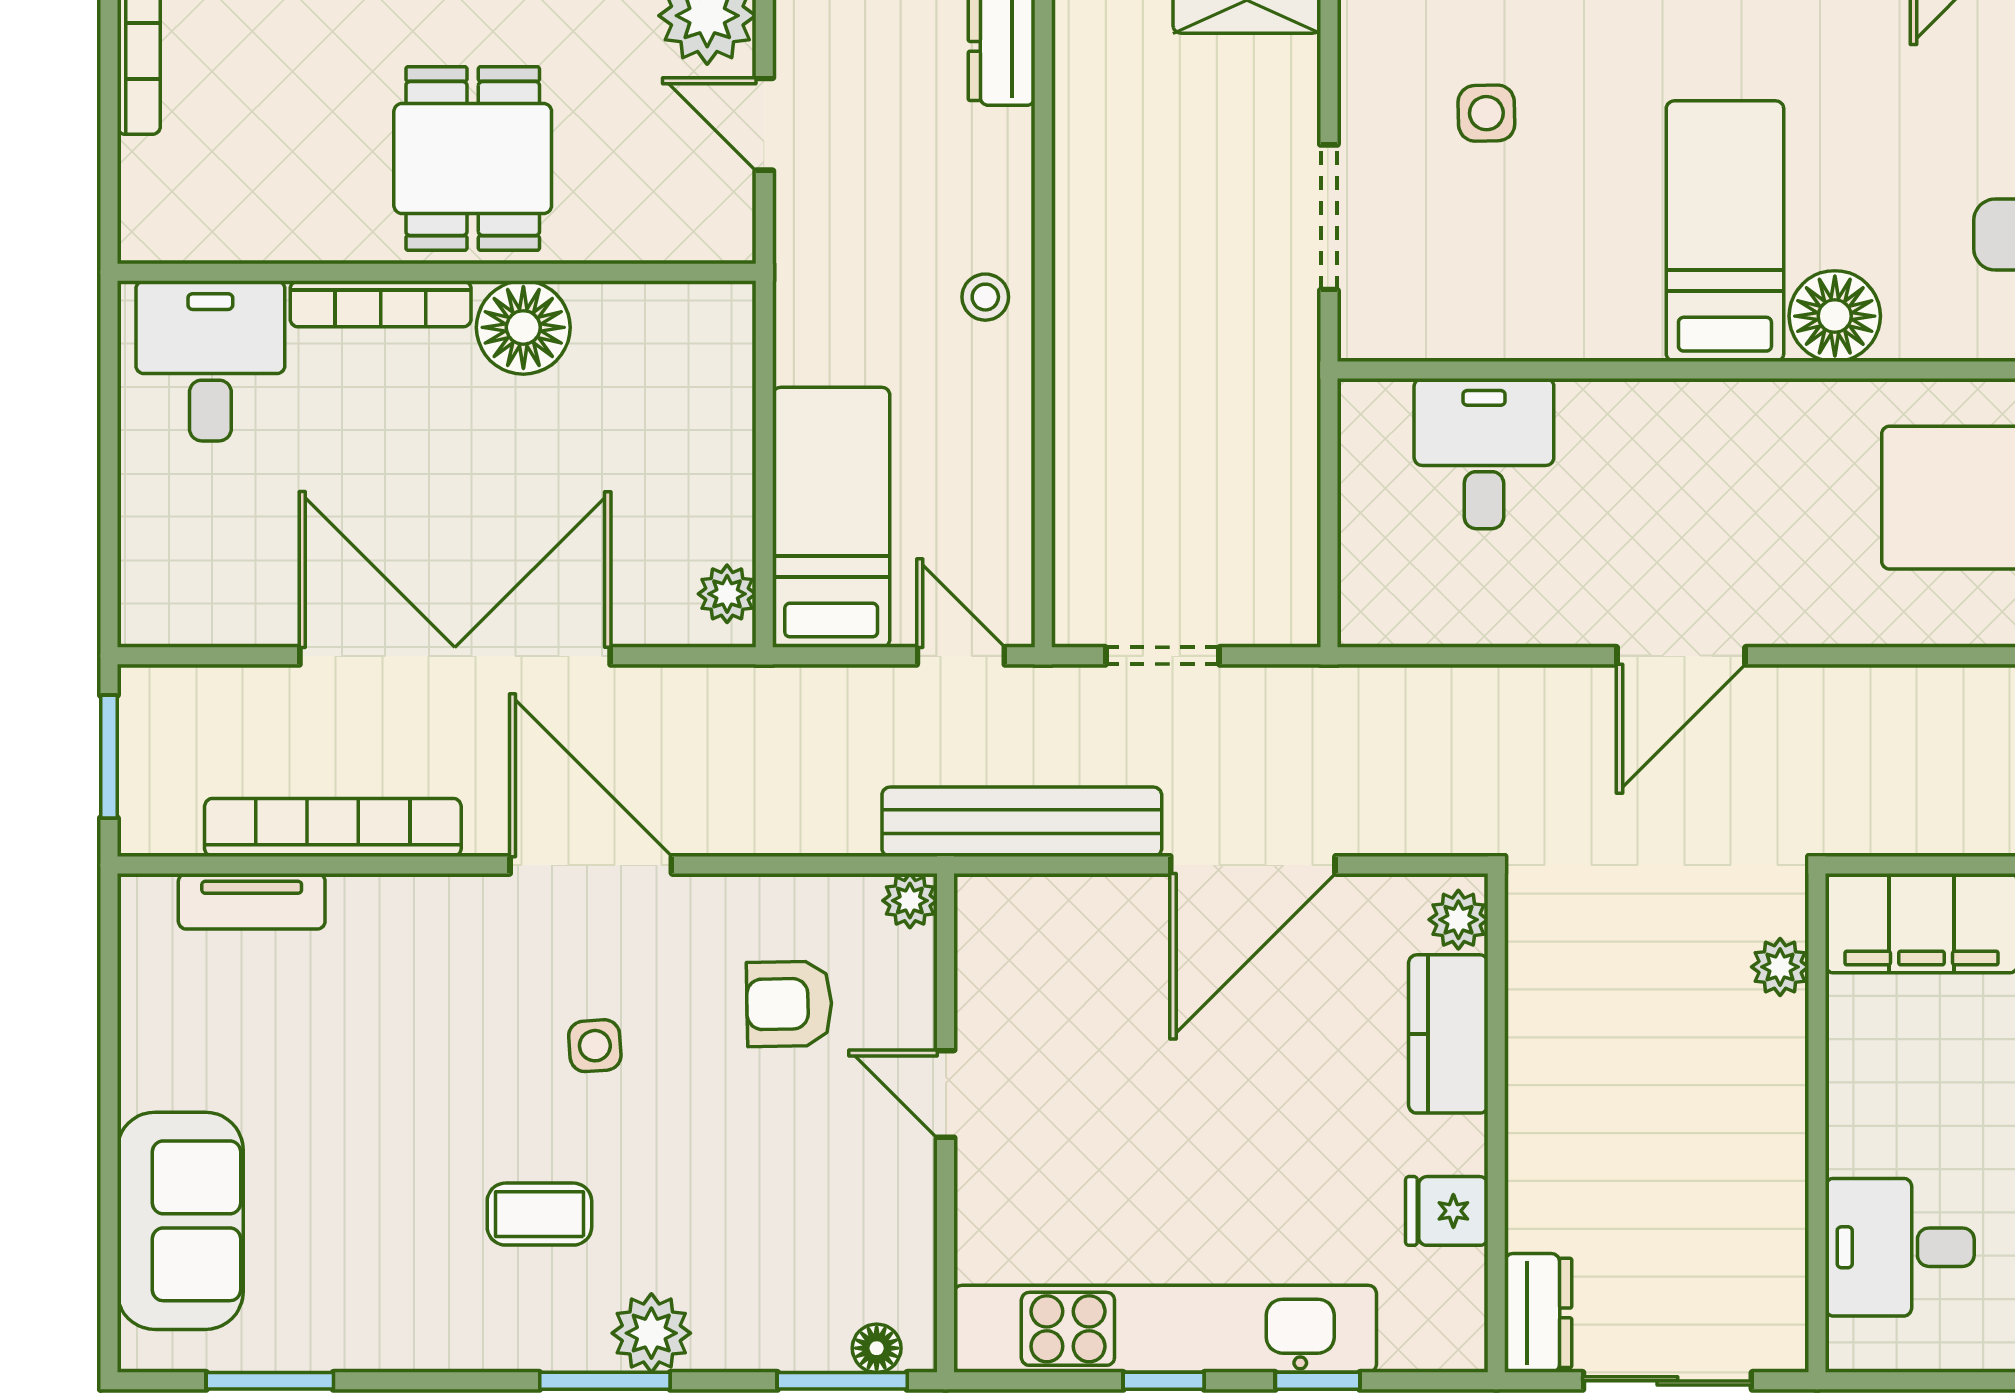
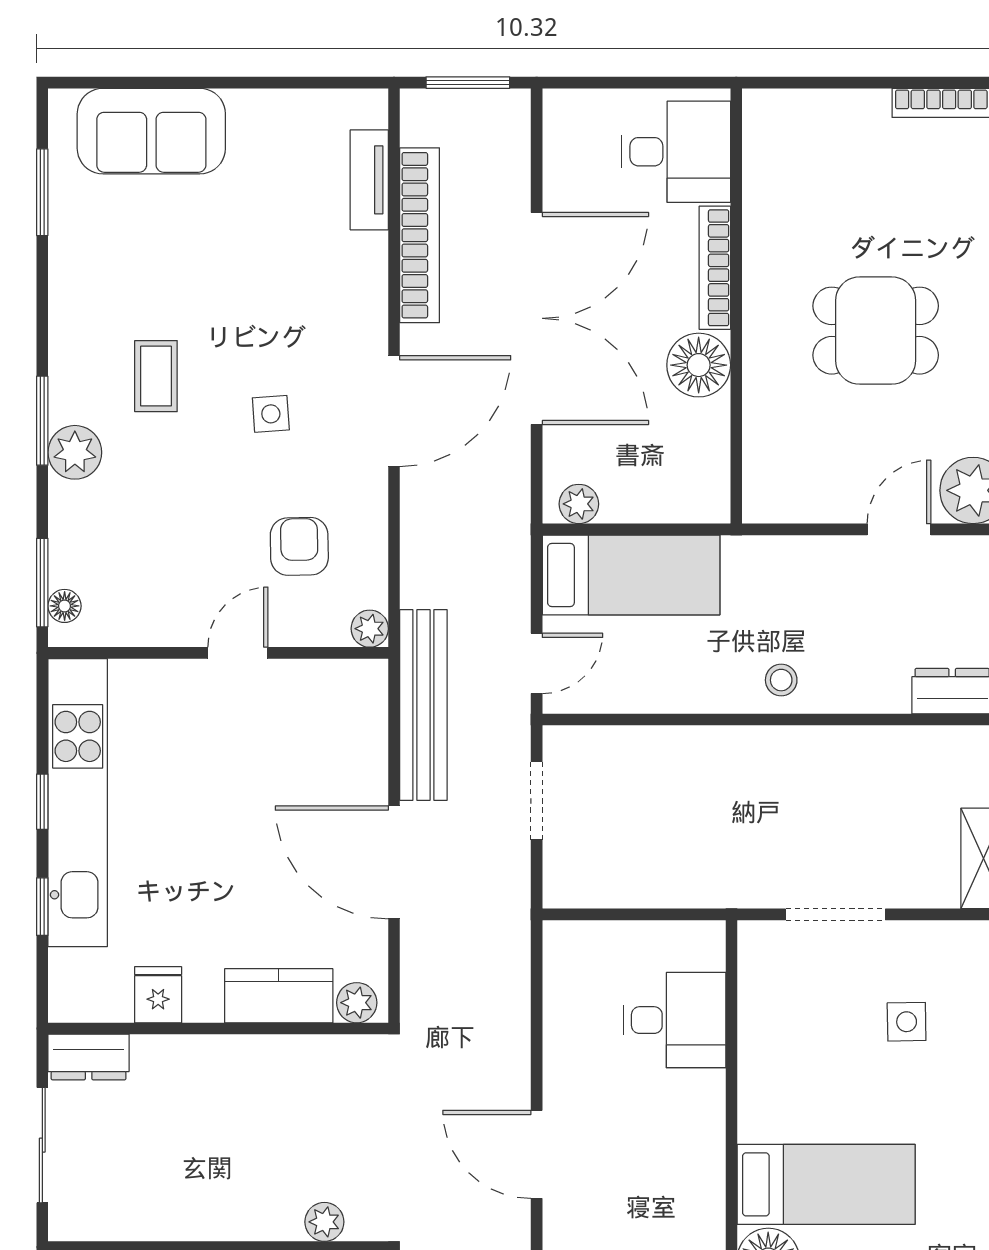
wall: (437, 272) -> (736, 306), moved
bookcase: (381, 304) -> (715, 268), moved
floor lamp: (523, 327) -> (699, 365), moved
desk: (210, 361) -> (676, 152), moved

